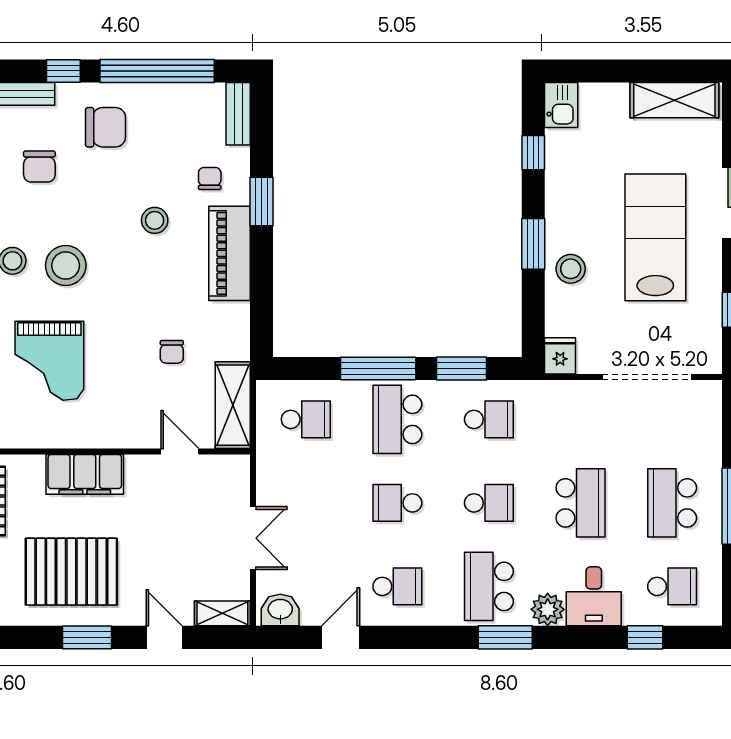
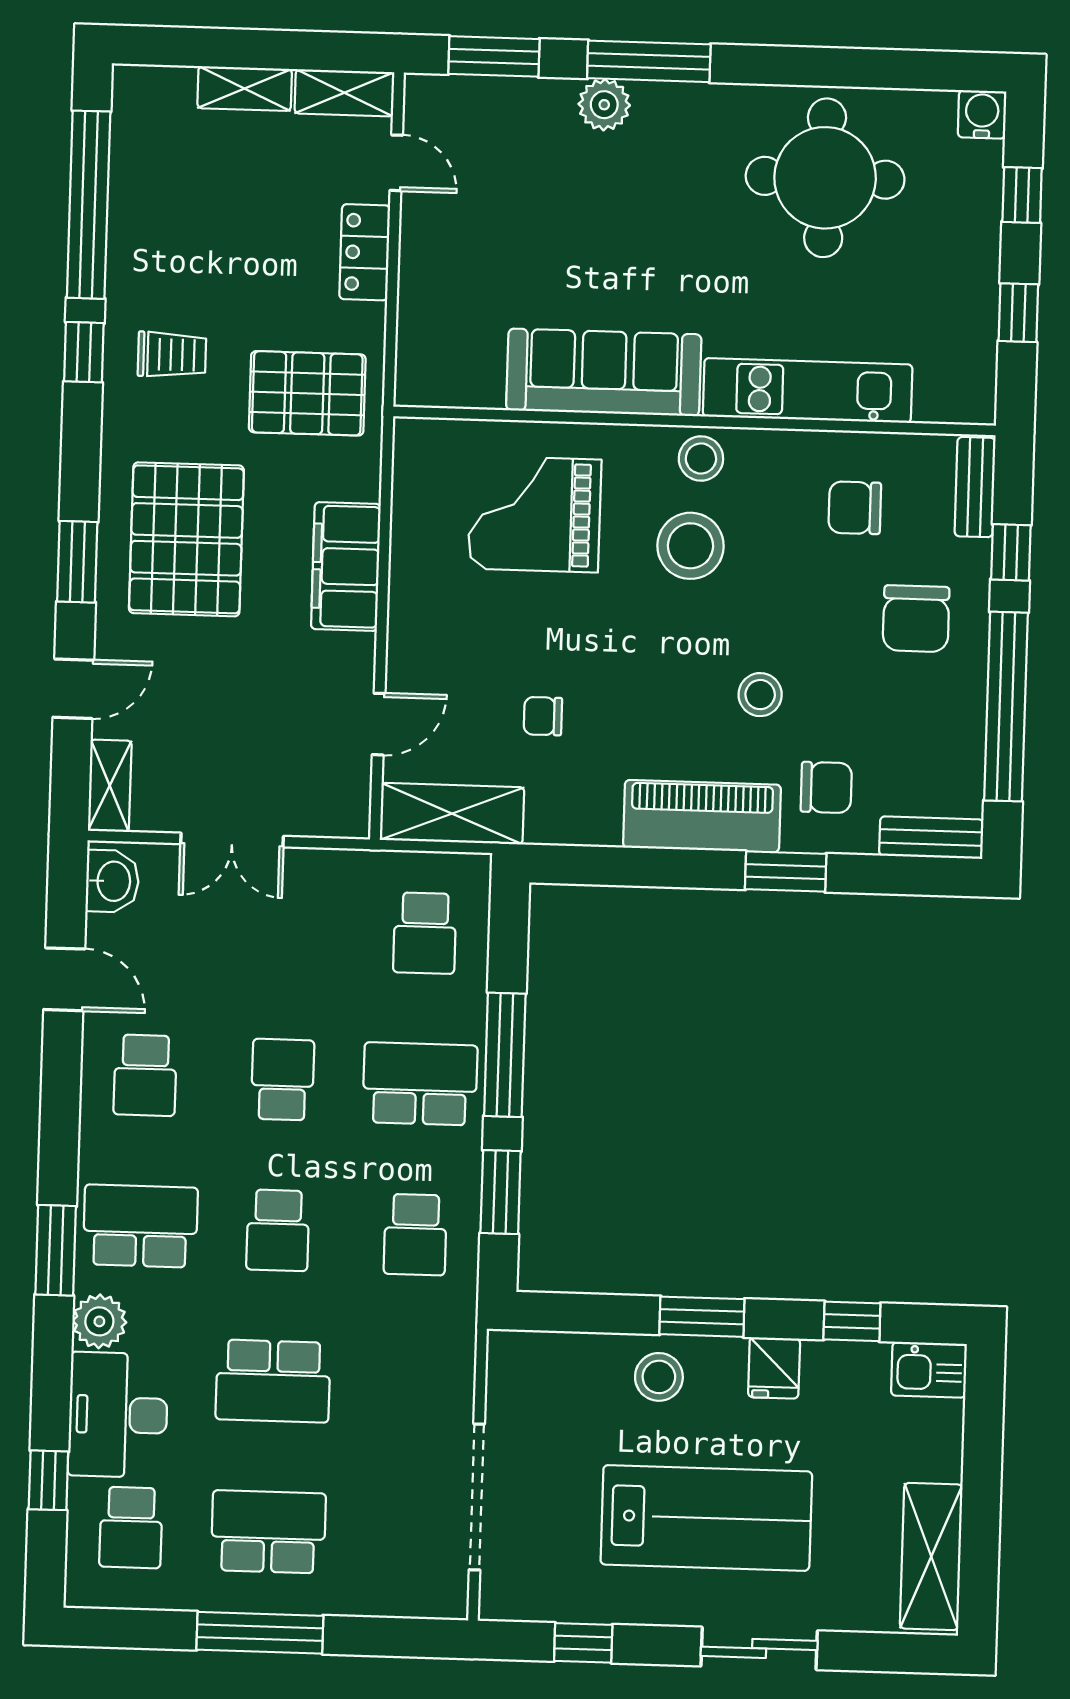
chair: (210, 179) -> (826, 787), width x1.37, depth x1.37
fridge: (560, 356) -> (774, 1368), moved, turned 90
desk: (594, 596) -> (118, 1415), width x1.37

